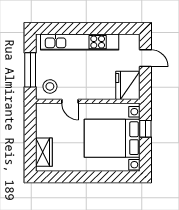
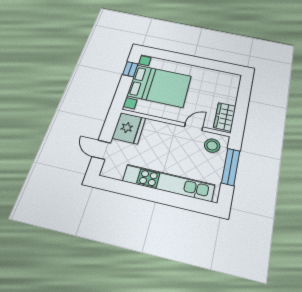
door: (70, 101) -> (194, 127), hinge flipped
window: (145, 129) -> (130, 69), moved
wardrobe: (44, 152) -> (225, 117), moved

